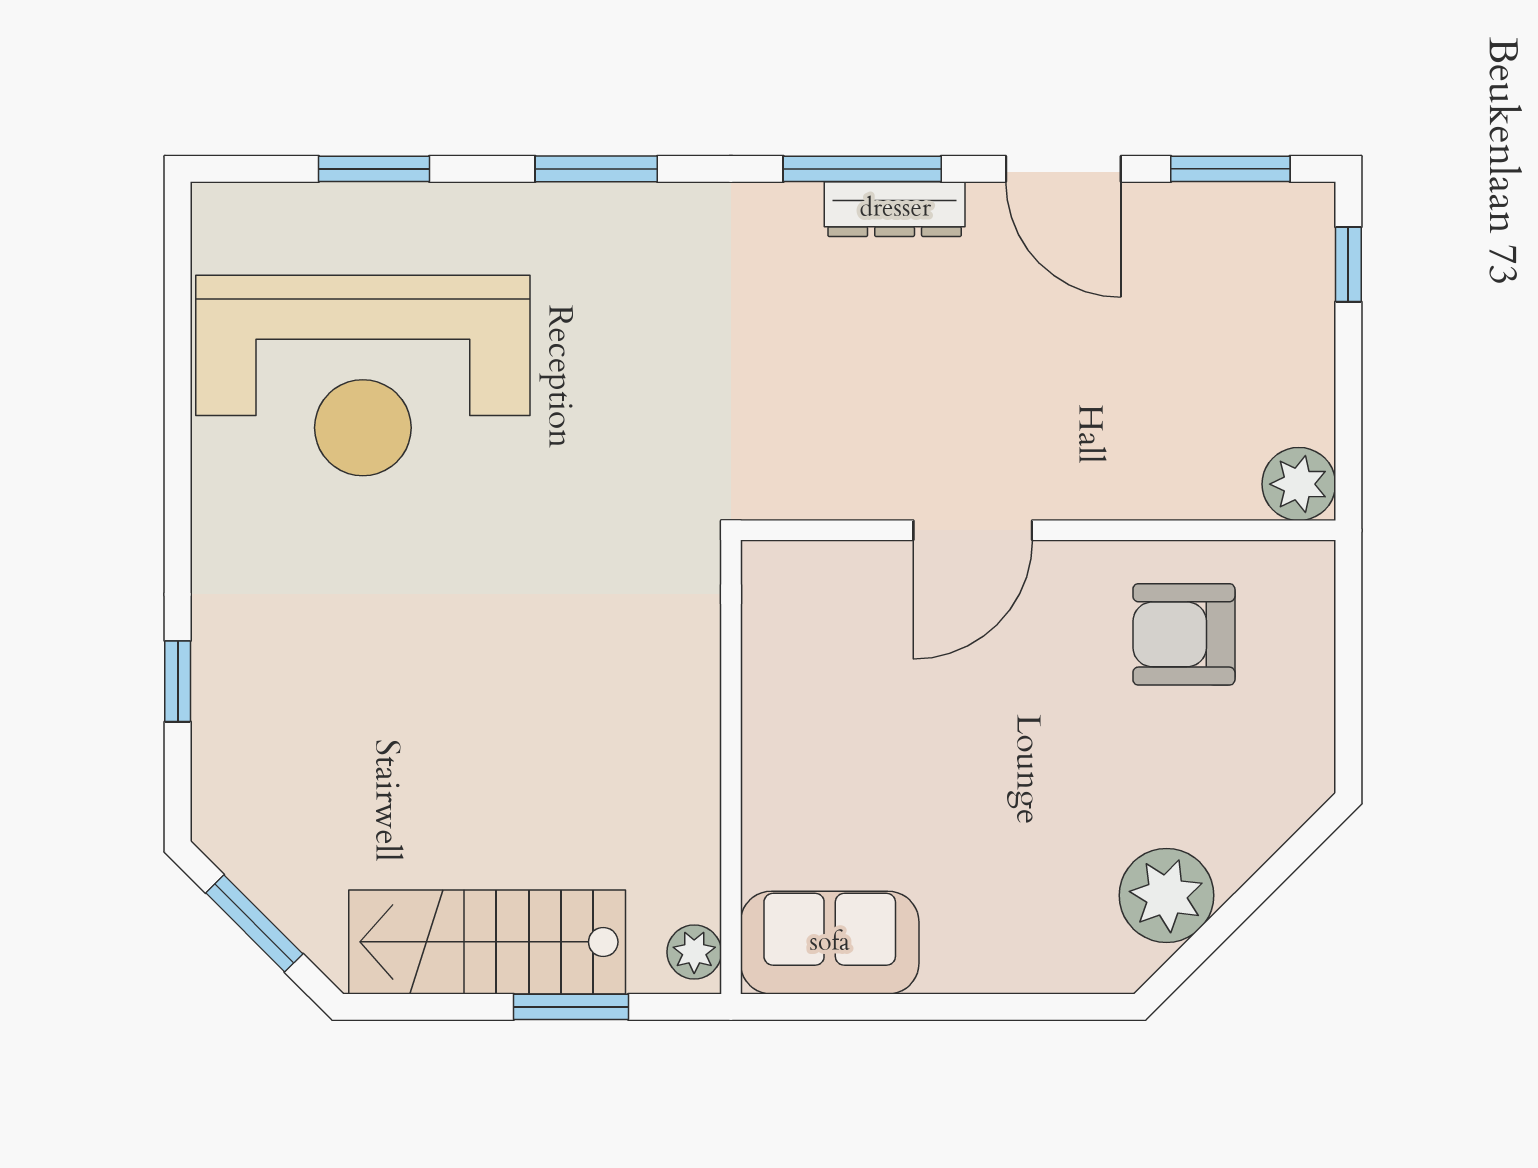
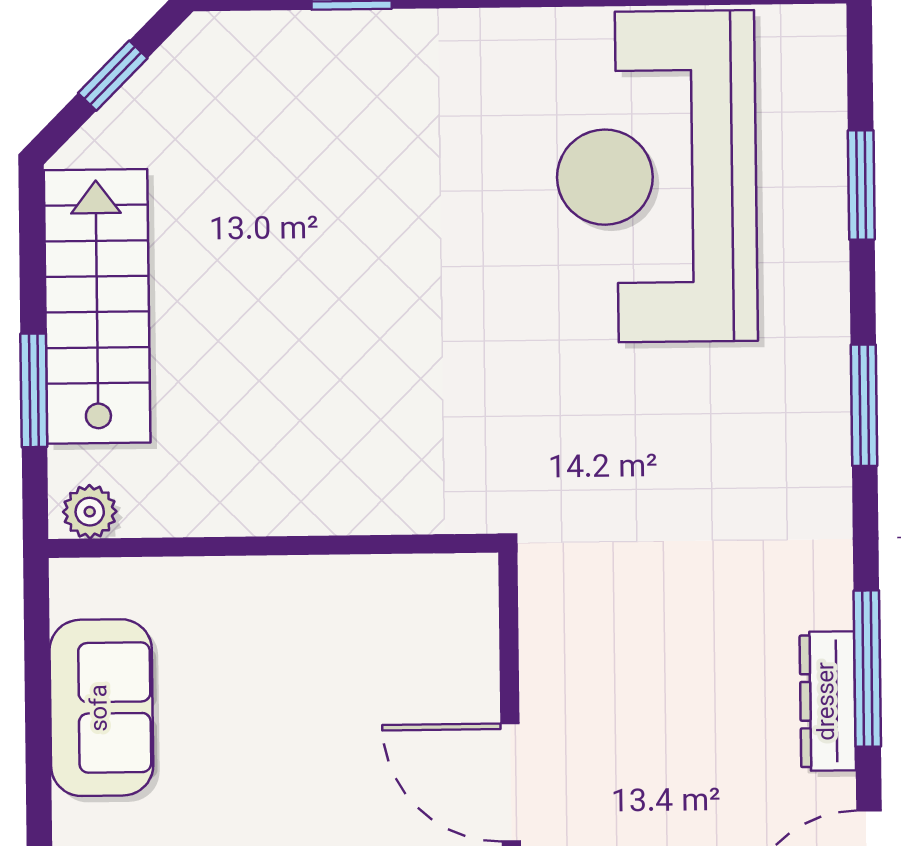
window: (254, 923) -> (113, 76), width x0.67
sofa: (830, 943) -> (101, 708), moved

